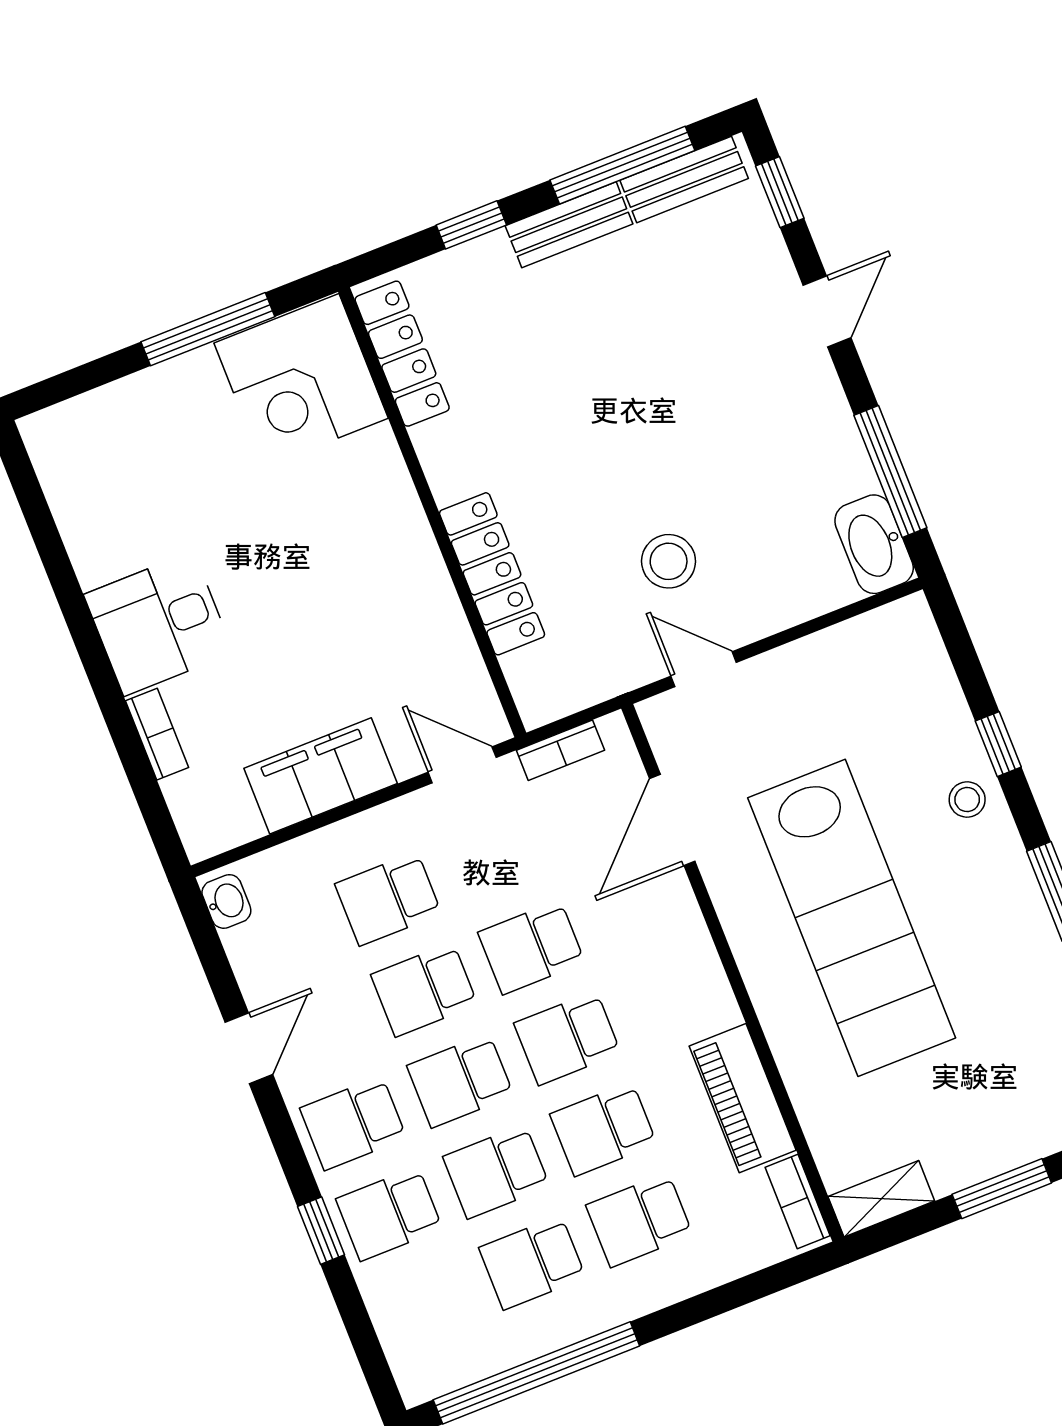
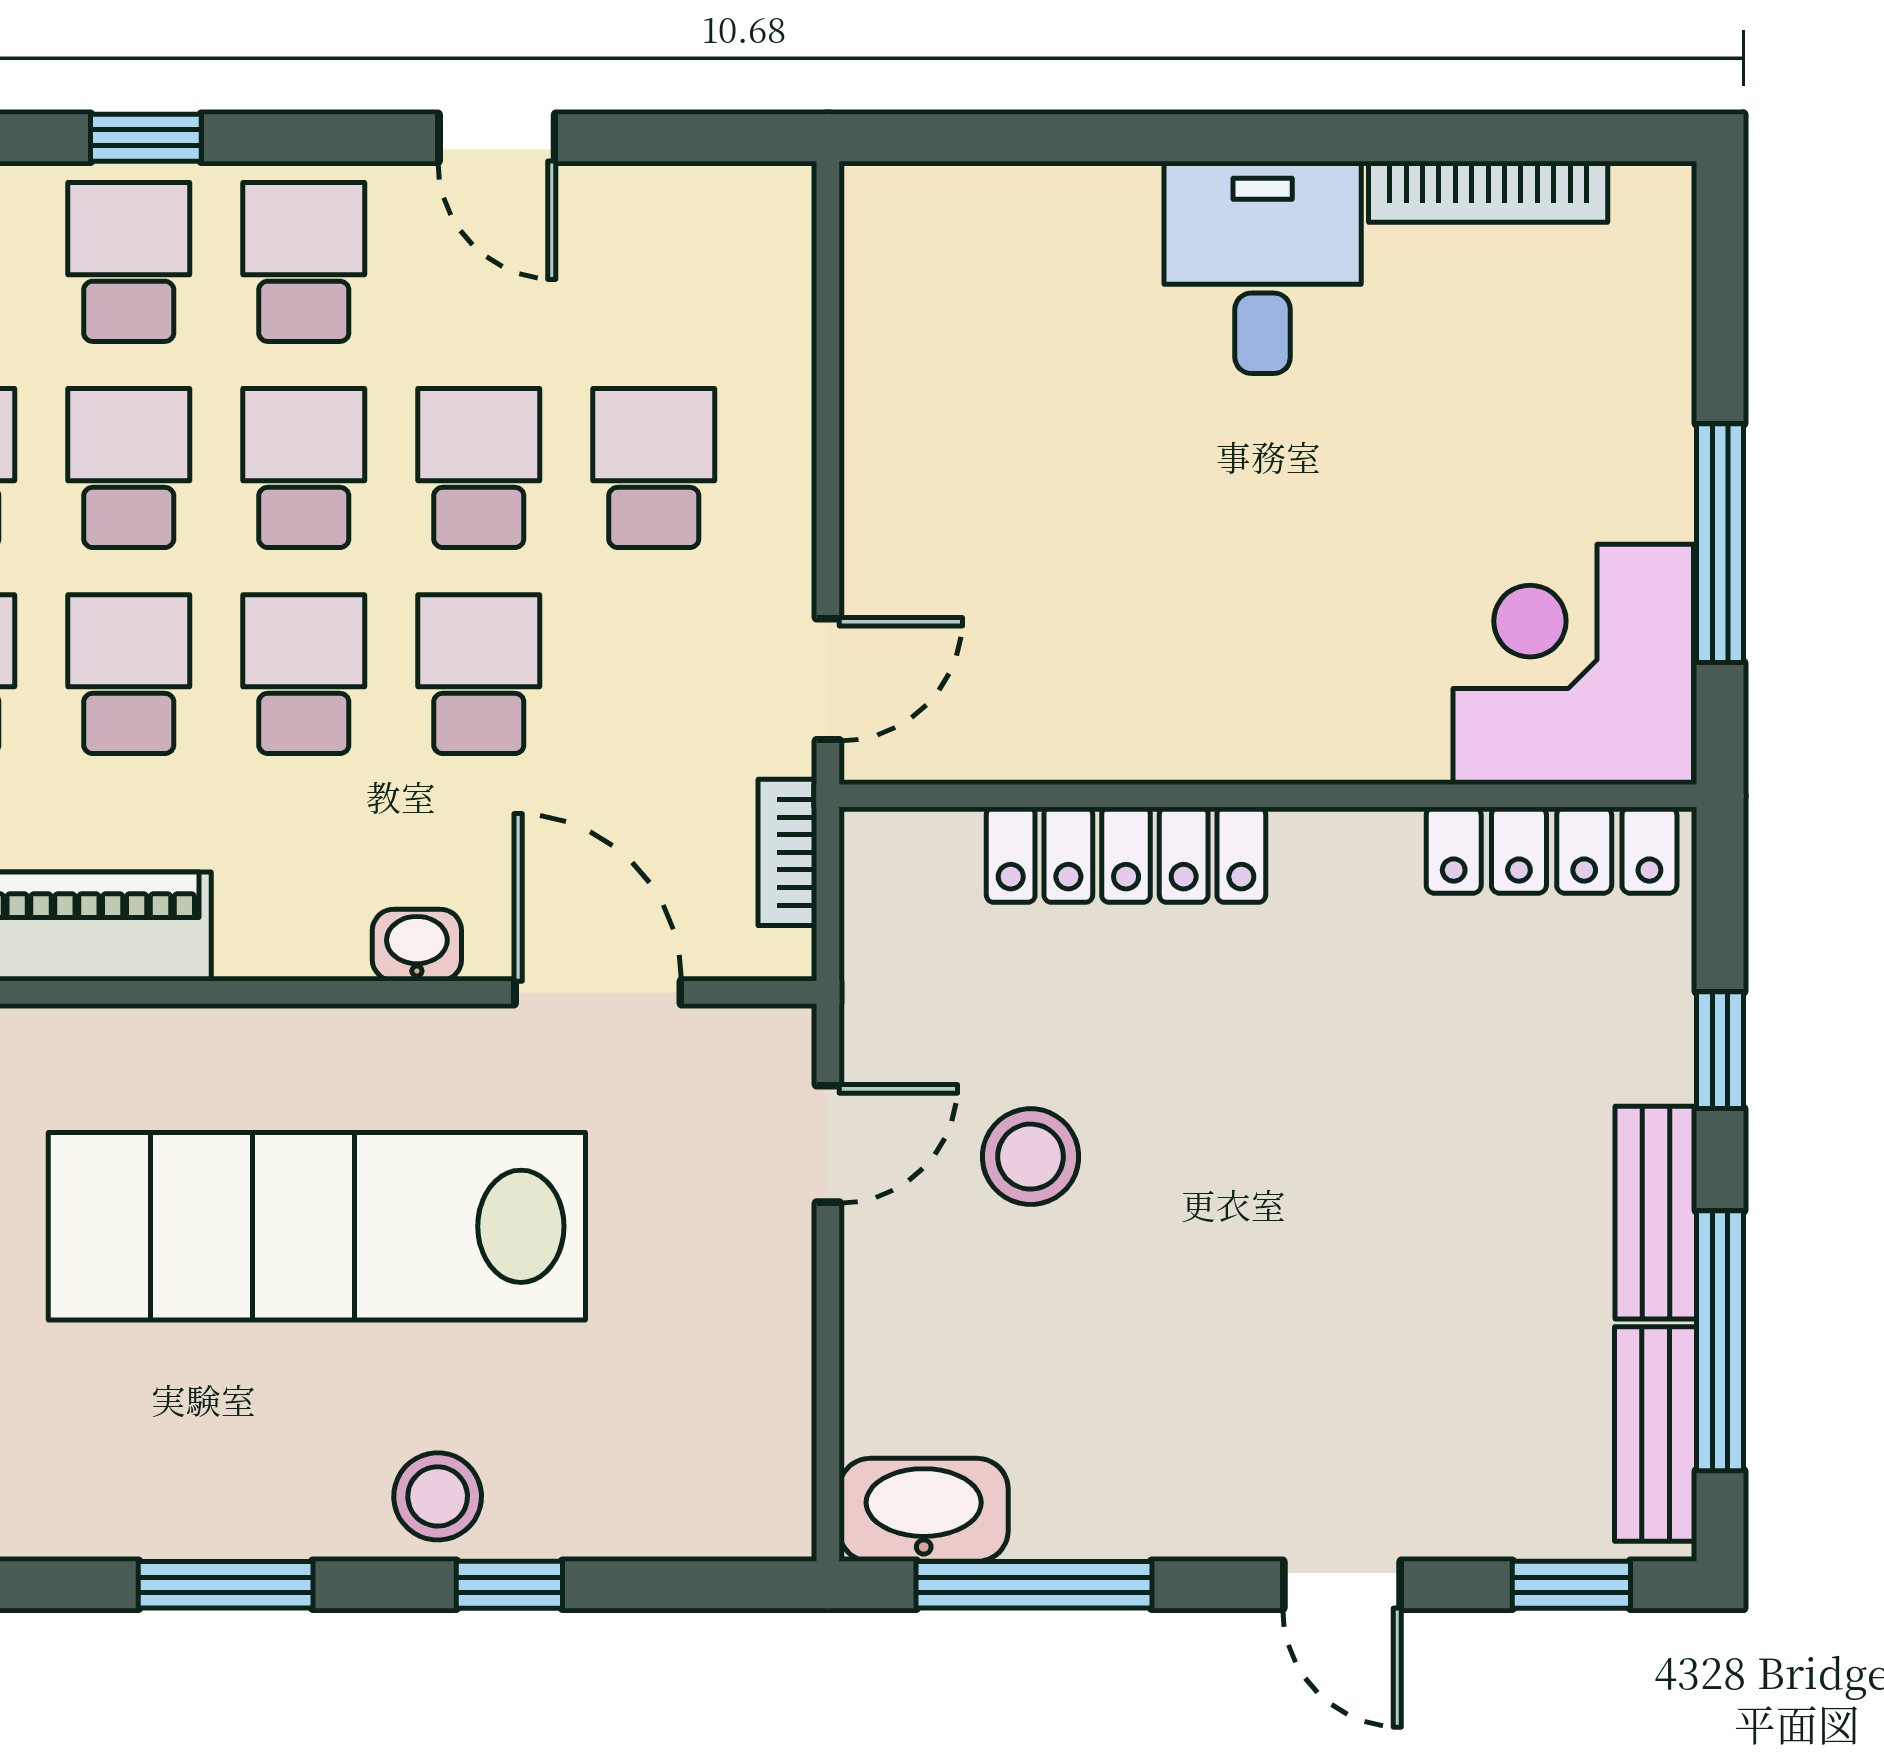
bookcase: (157, 734) -> (1488, 192), moved, width x1.56
filing cabinet: (321, 776) -> (903, 436), removed
stool: (967, 800) -> (438, 1496), width x1.37, depth x1.37
washbasin: (226, 901) -> (417, 945), moved, turned 180

